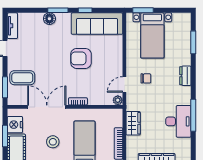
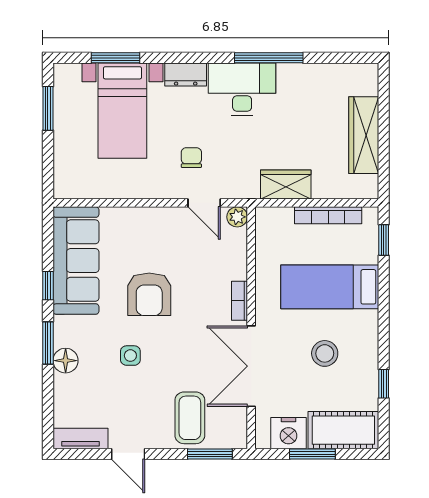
window: (143, 10) -> (48, 108), moved
bed with nightstands: (152, 35) -> (122, 111), moved, turned 90
side table: (52, 49) -> (130, 356), added
desk: (178, 121) -> (242, 89), moved

